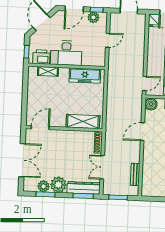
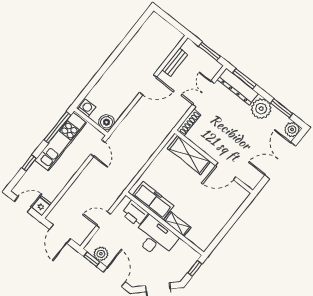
door: (74, 9) -> (114, 277), hinge flipped
printer: (41, 57) -> (135, 213), moved
shelving: (48, 71) -> (177, 224), moved
door: (144, 83) -> (98, 148), swing flipped
door: (40, 128) -> (226, 171), moved
door: (142, 132) -> (148, 85), moved
double door: (102, 167) -> (203, 94), swing flipped
plant: (44, 186) -> (292, 129), moved

